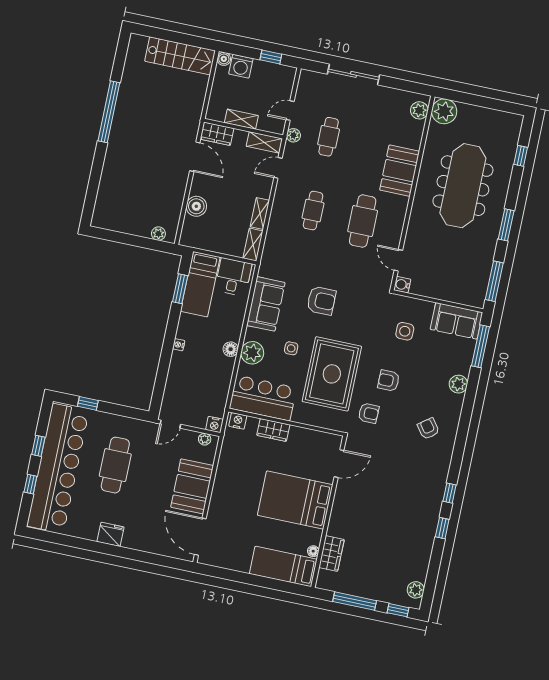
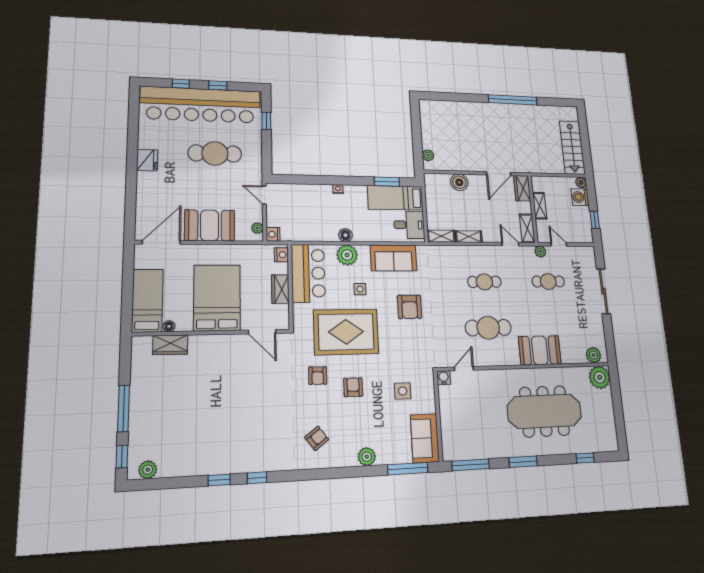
door: (339, 464) -> (262, 332), moved
bed: (295, 500) -> (217, 298), moved
wall: (329, 512) -> (212, 333), moved
floor lamp: (313, 551) -> (169, 326), moved
wardrobe: (332, 553) -> (170, 345), moved
bed: (283, 567) -> (147, 301), moved

